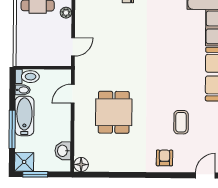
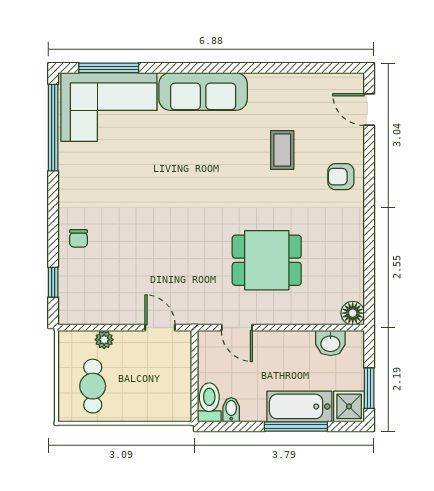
bathtub: (24, 116) -> (299, 406), moved
coffee table: (181, 122) -> (282, 150), turned 90

